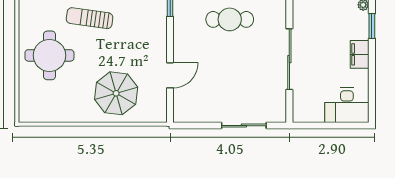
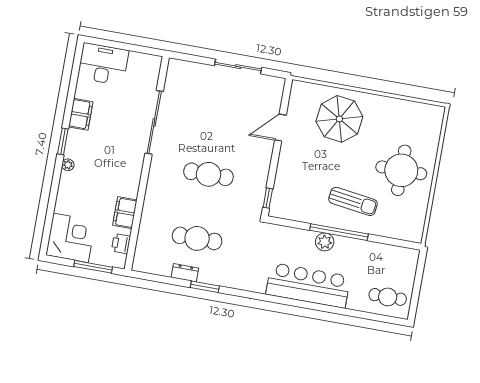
sliding door: (244, 126) -> (238, 67), moved

